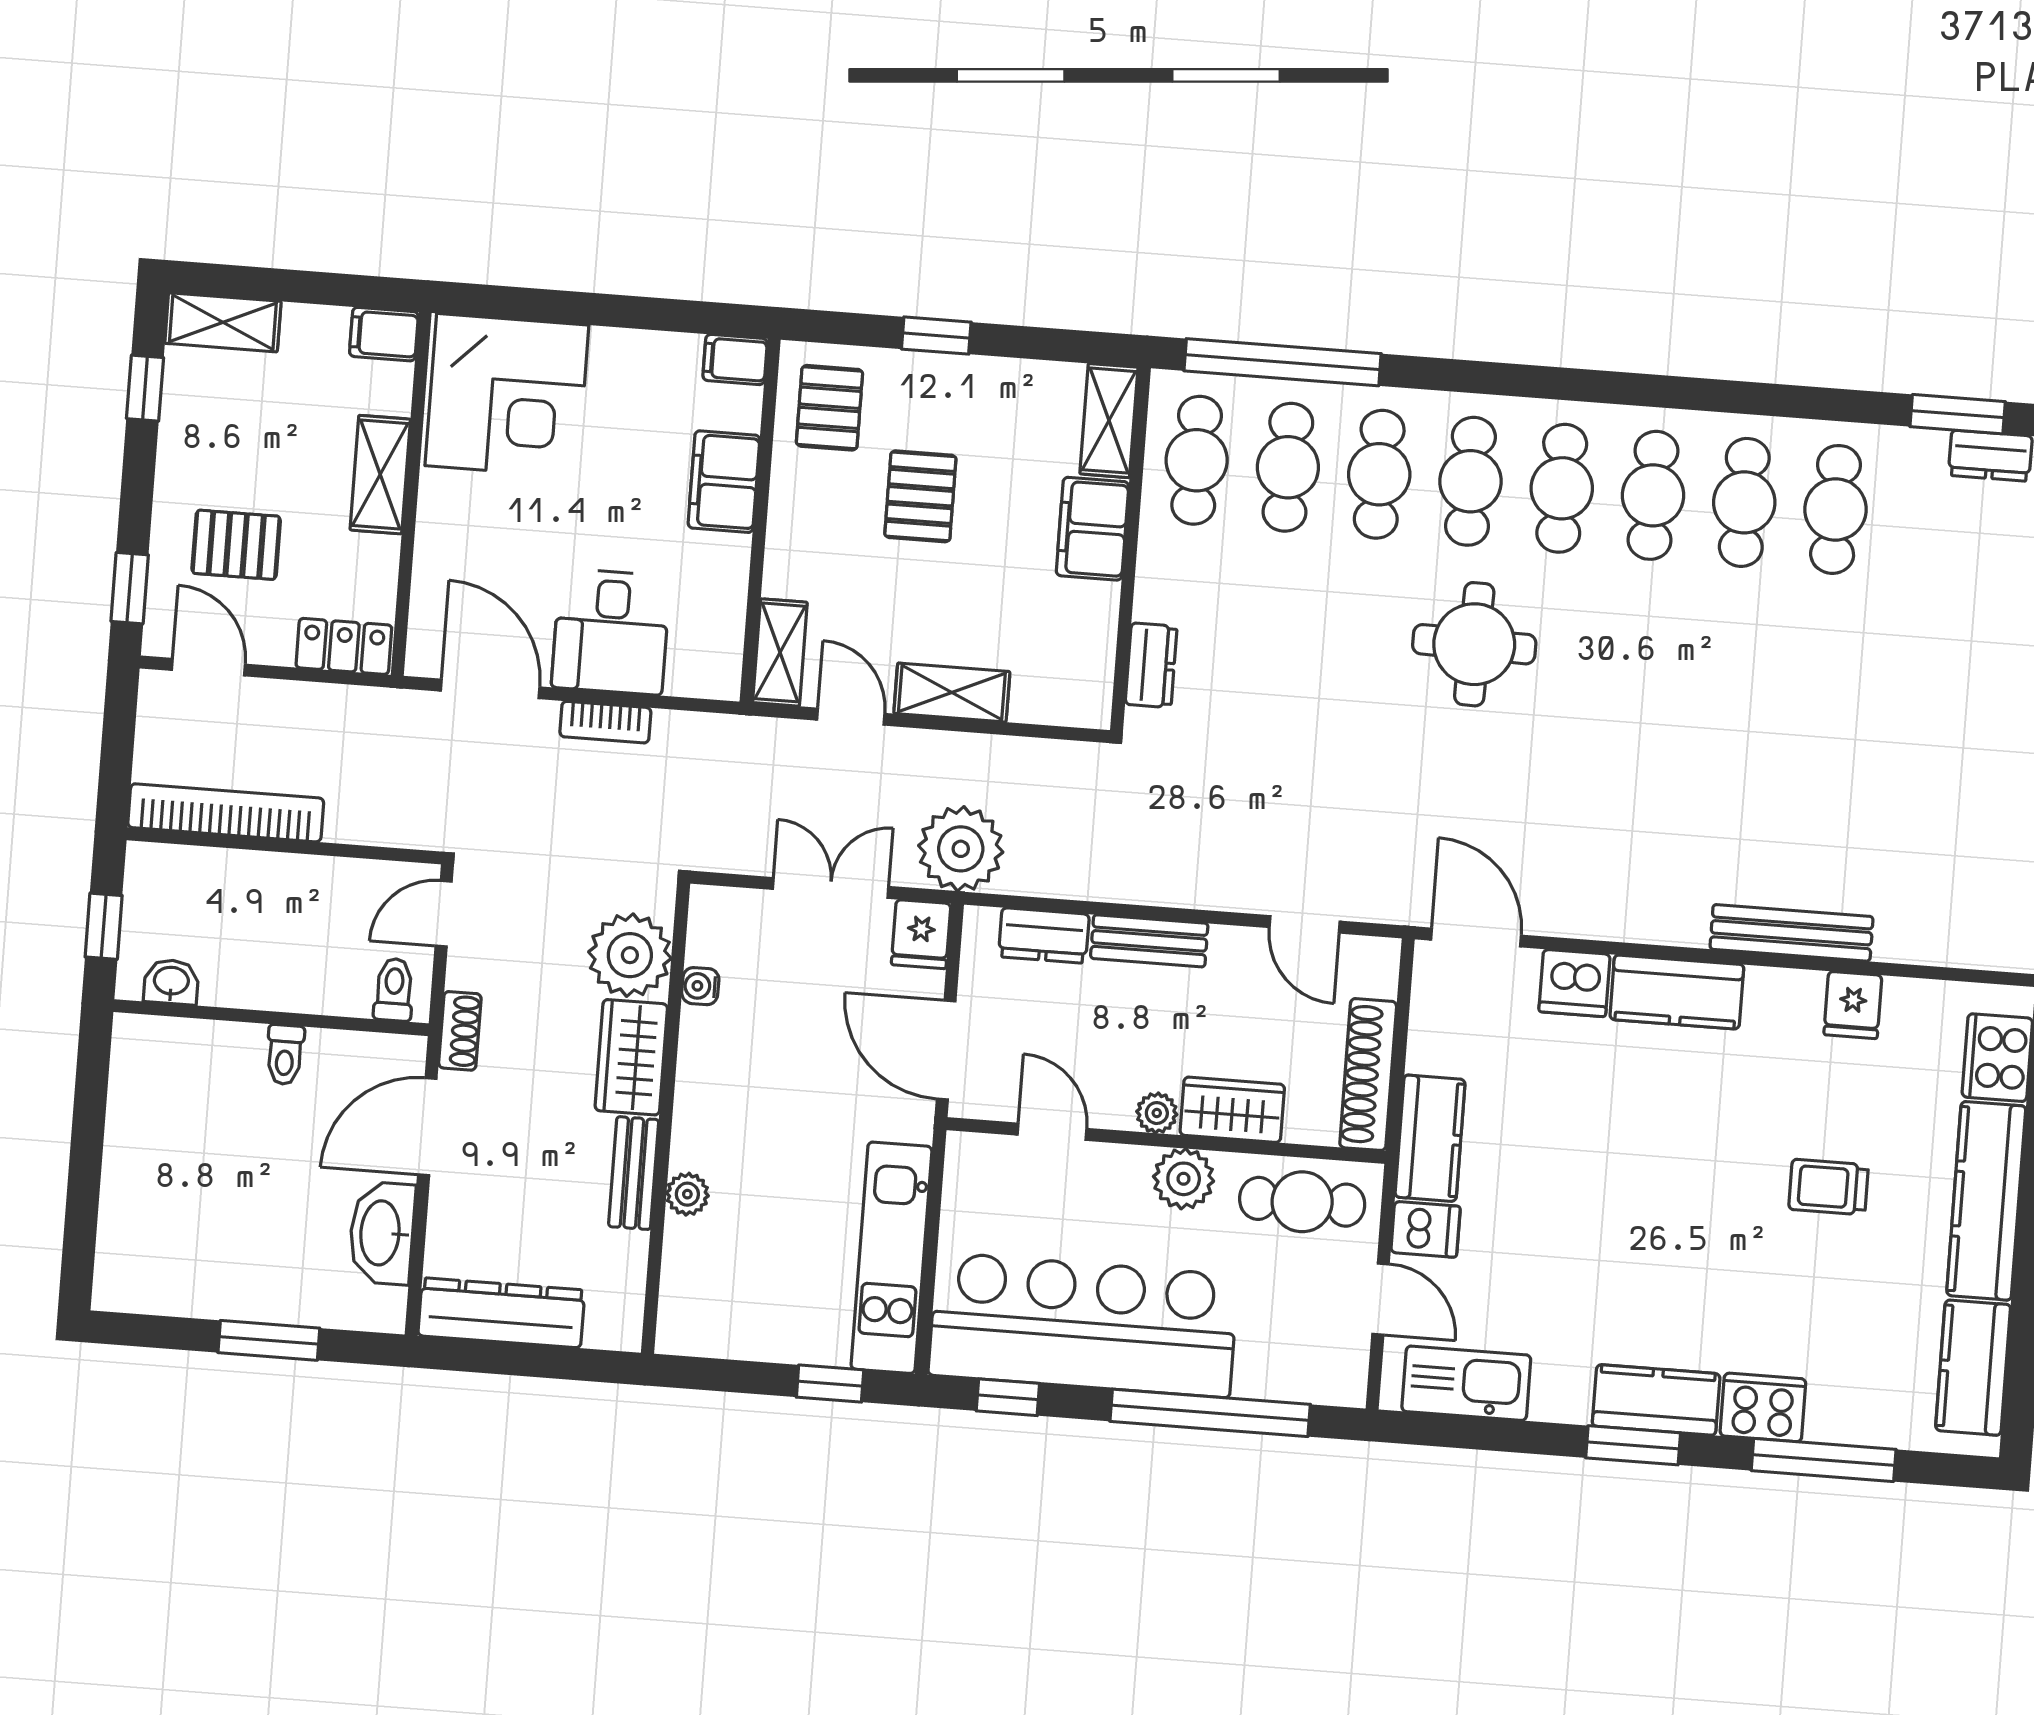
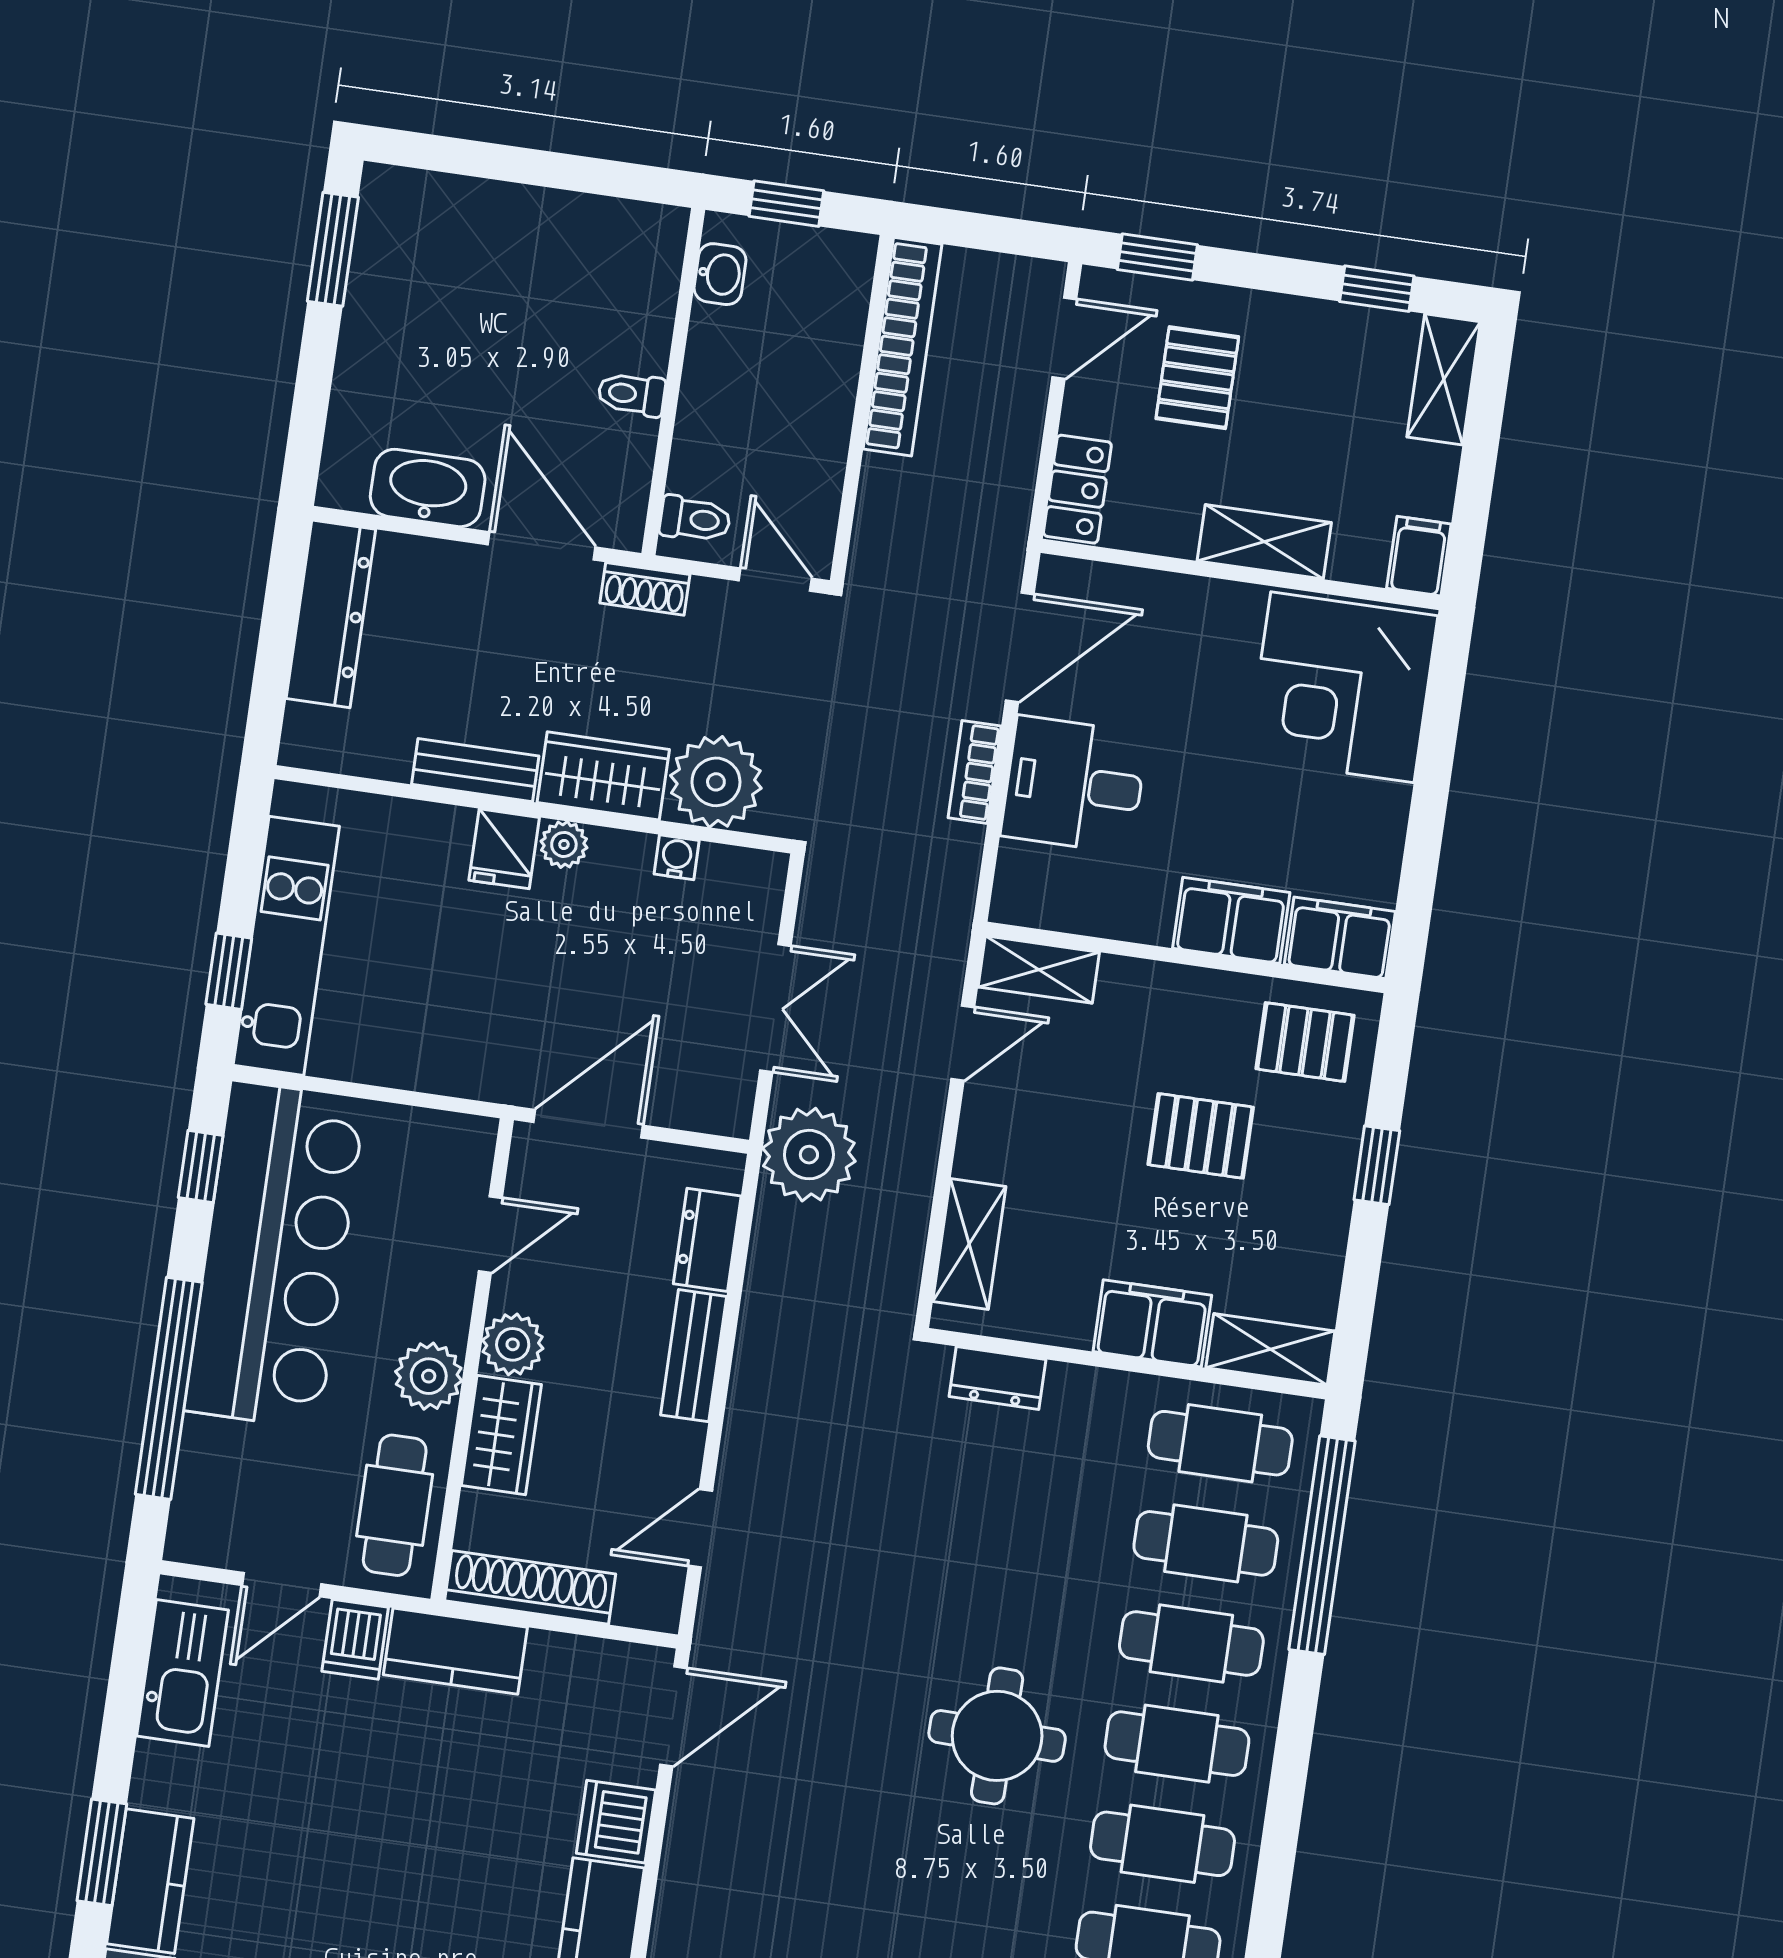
filing cabinet: (735, 359) -> (1340, 938), width x2.00
shelving: (952, 693) -> (969, 1244), moved
fridge: (921, 934) -> (504, 849), moved, turned -90
plant: (1157, 1113) -> (513, 1344), width x1.38, depth x1.38
plant: (687, 1194) -> (564, 844), moved
kitchen unit: (891, 1258) -> (286, 946), moved, turned 90
window: (269, 1340) -> (333, 249), moved

